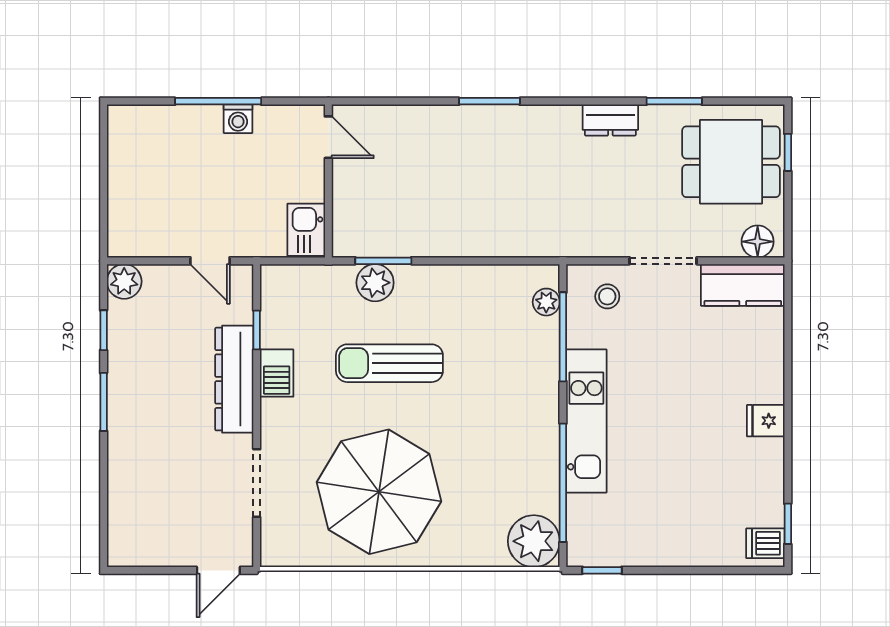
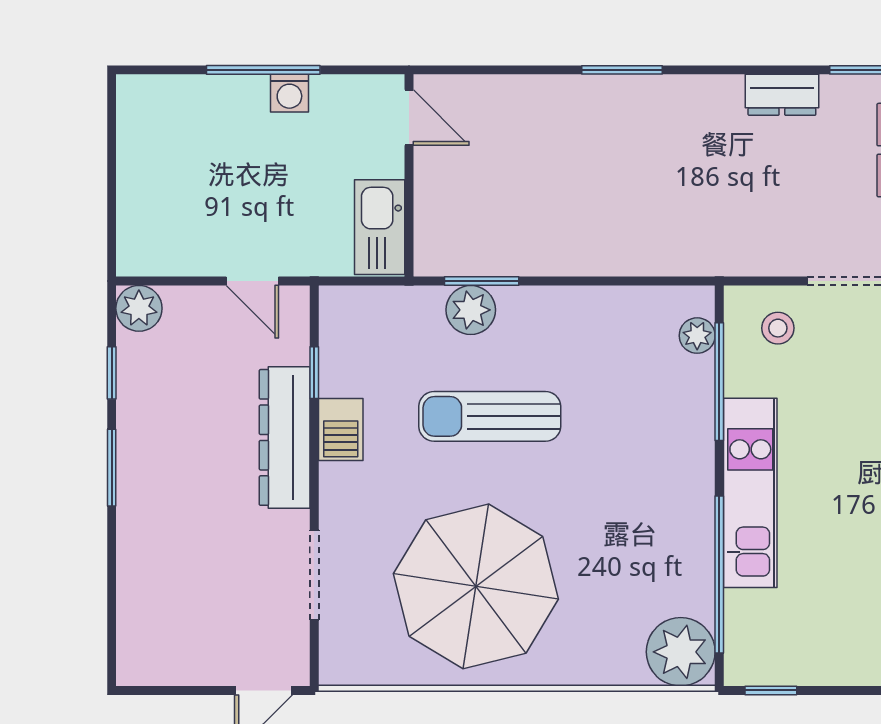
kitchen sink: (306, 230) -> (380, 227), width x1.38

